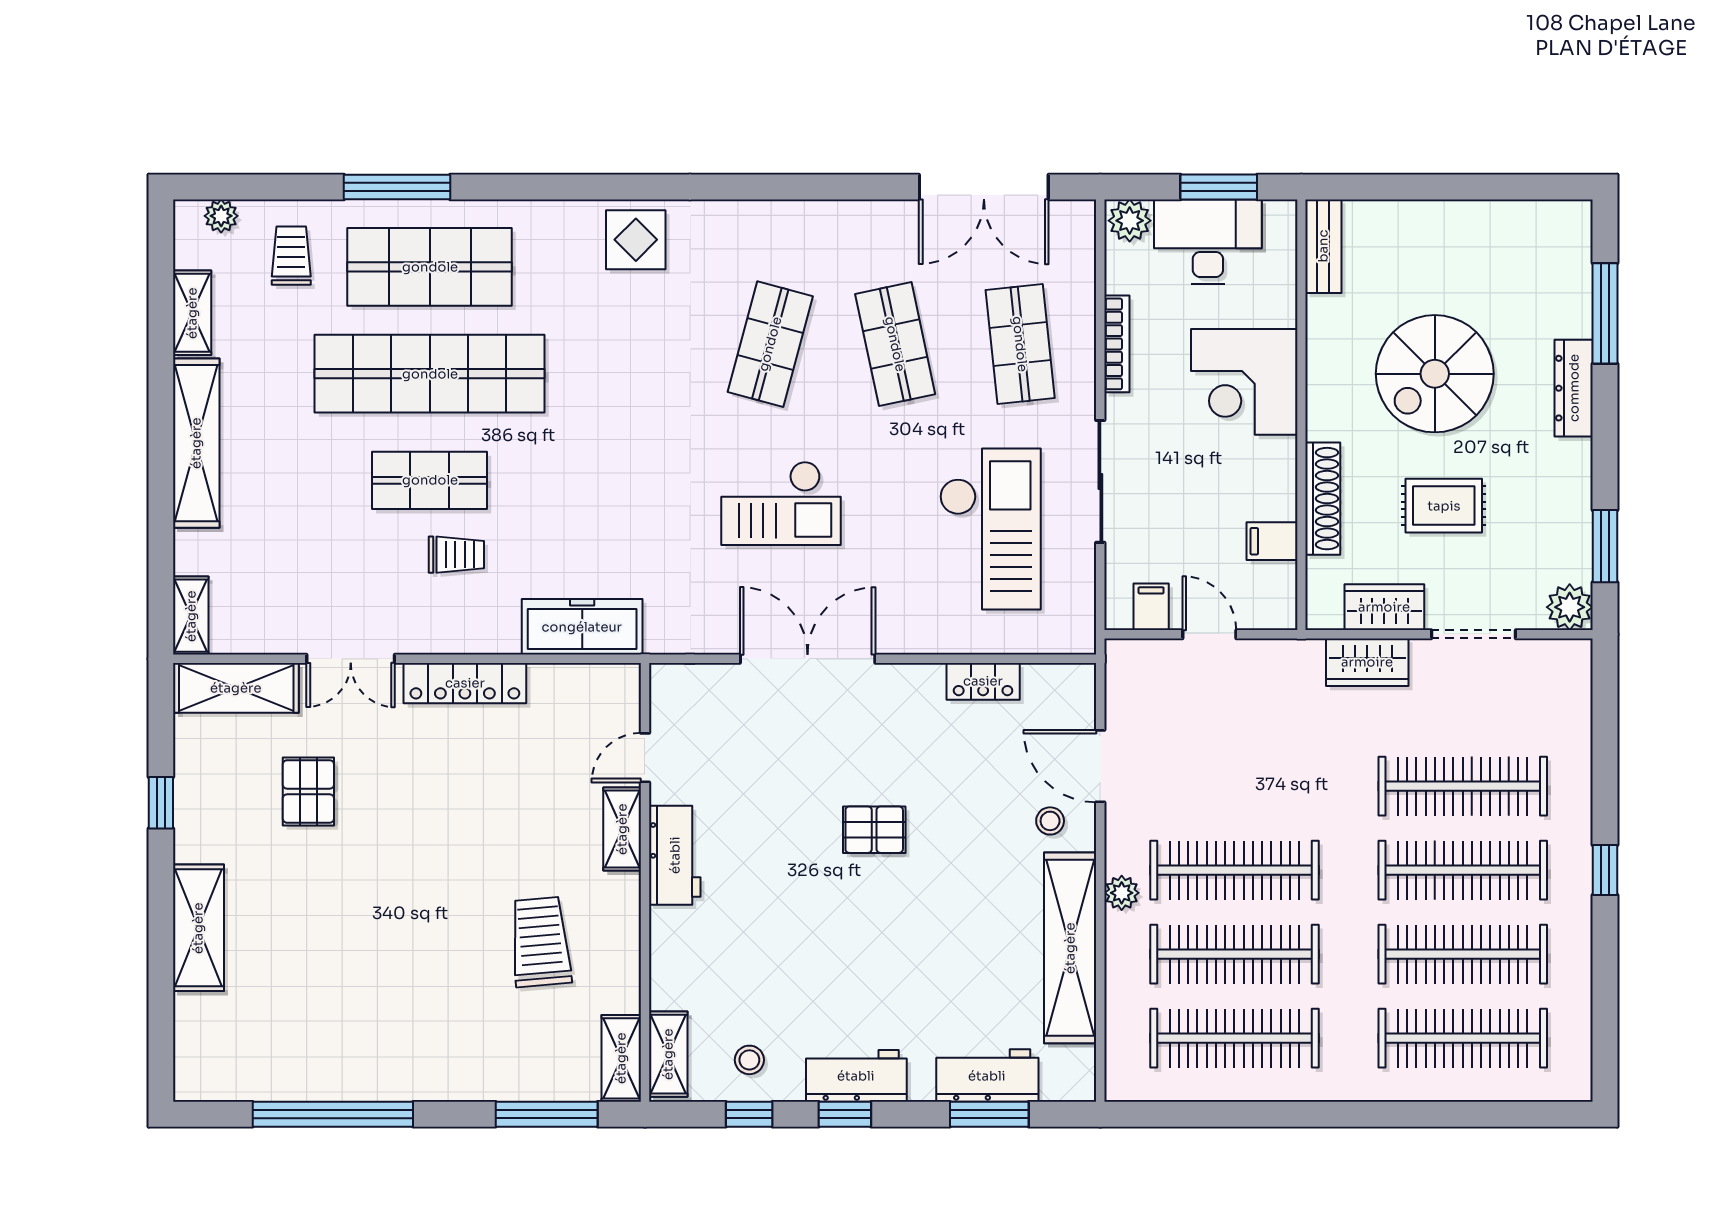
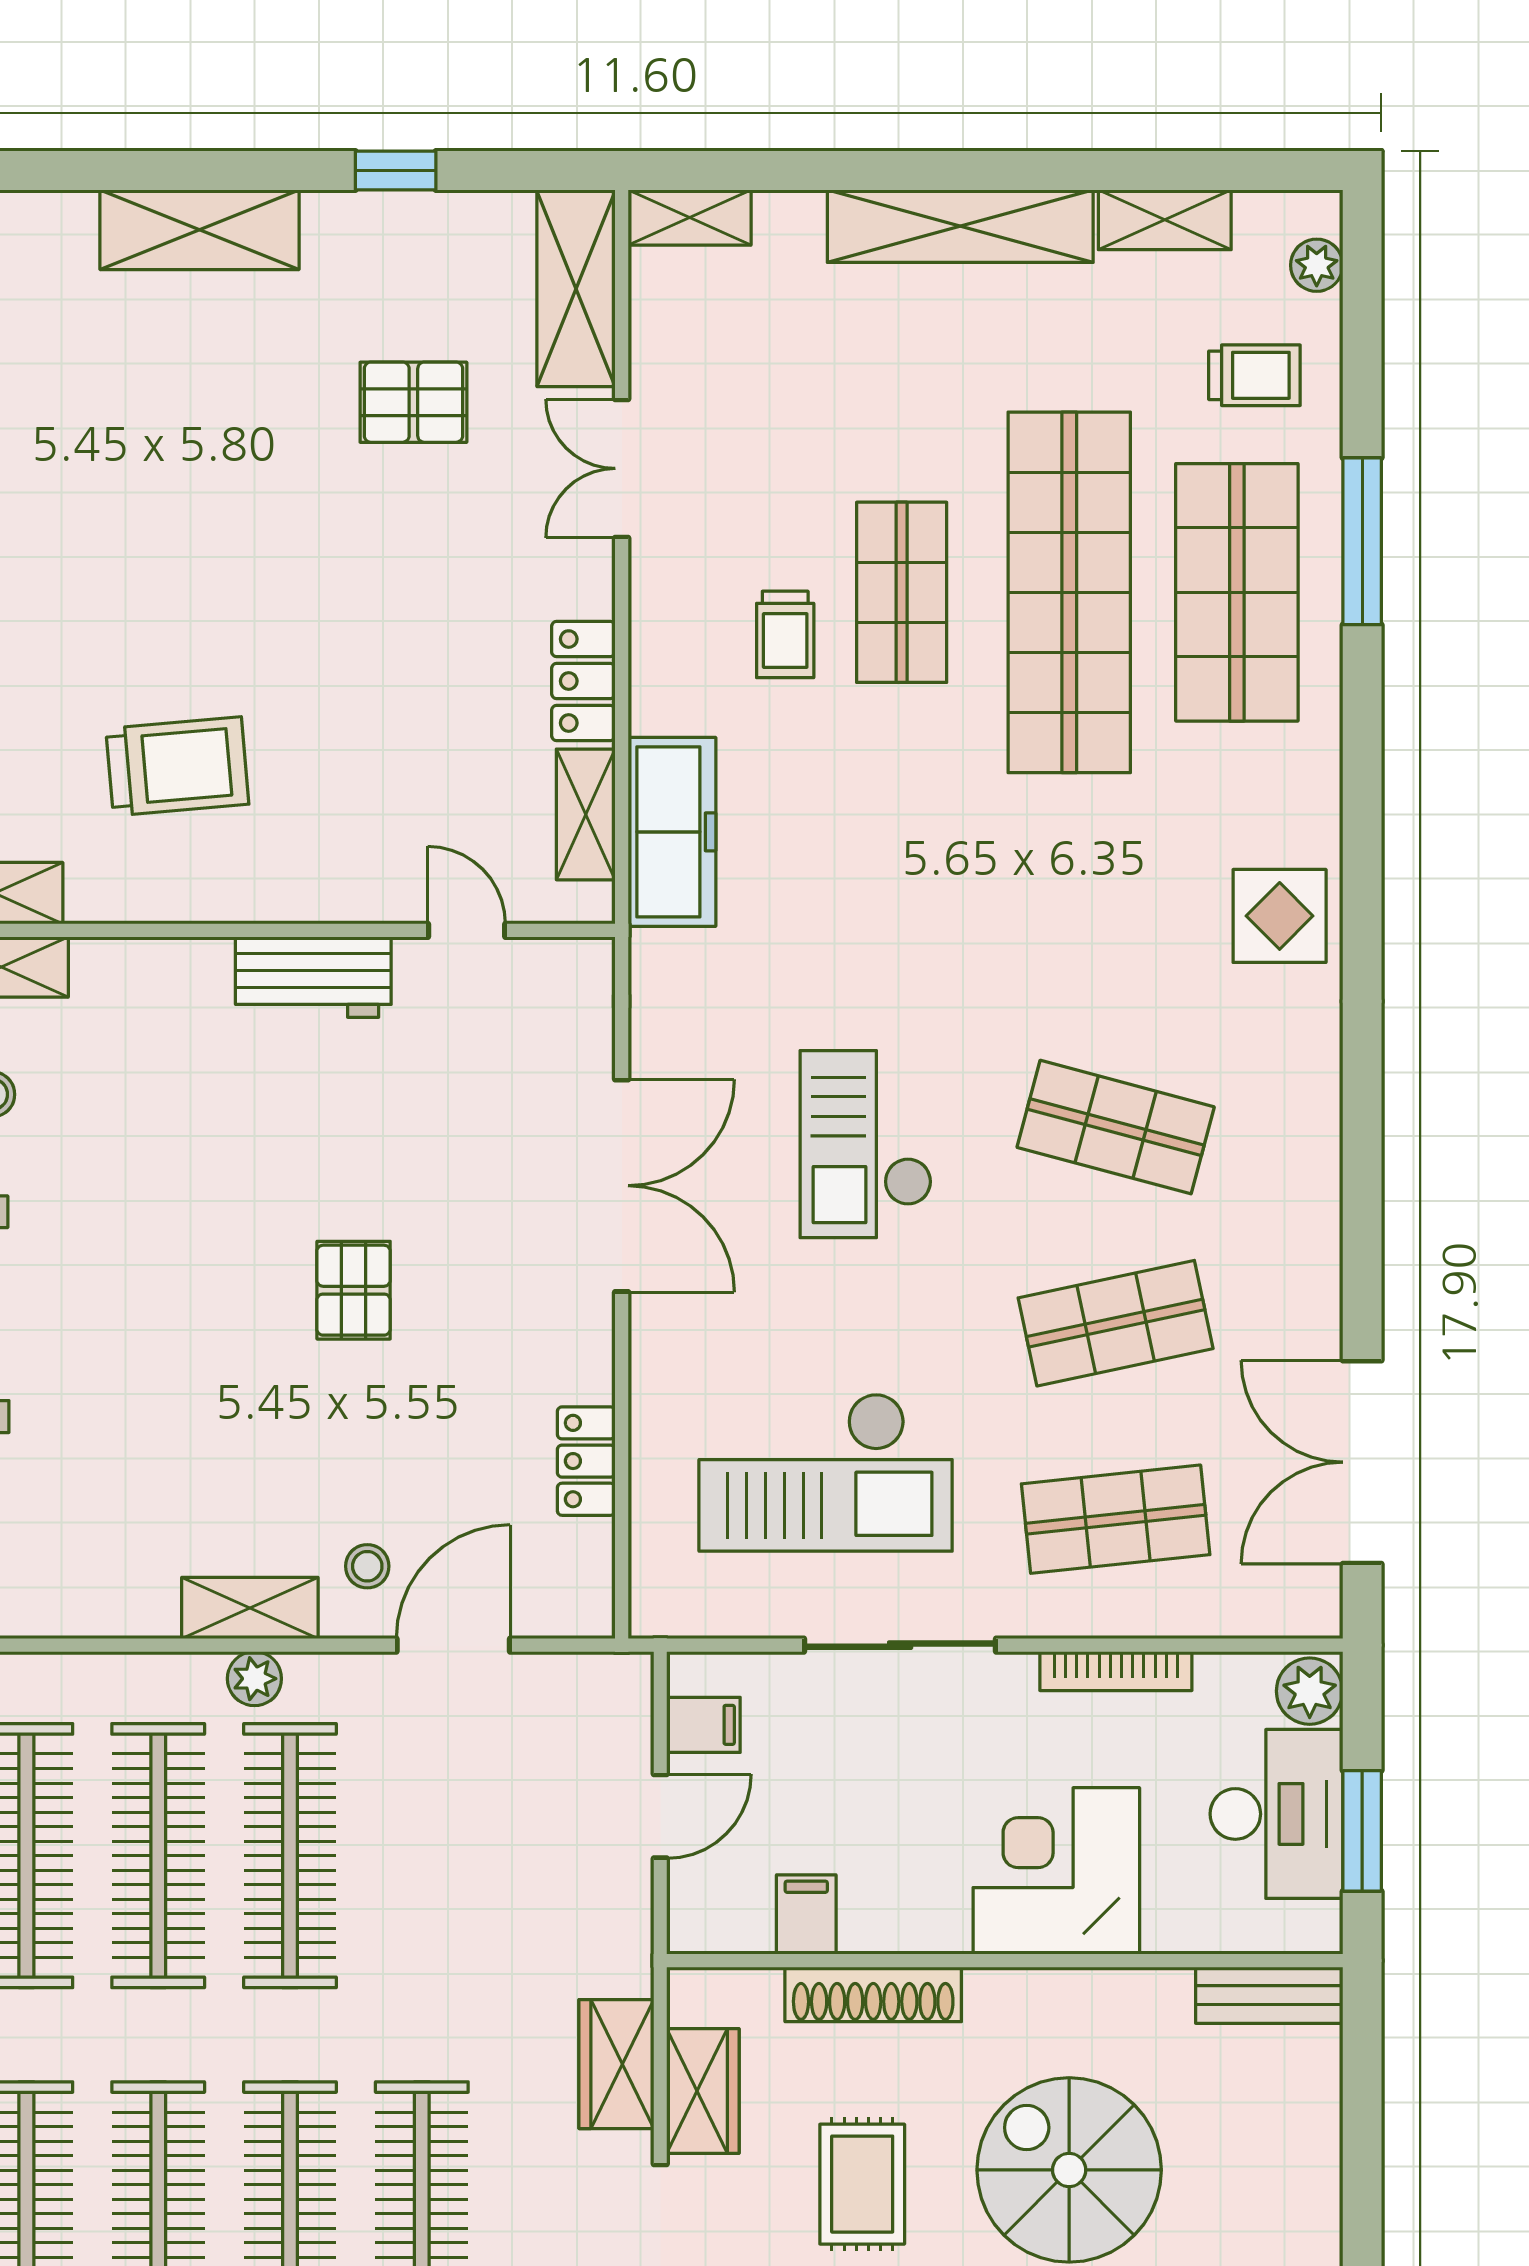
locker: (465, 683) -> (583, 681), width x0.66
shelving: (622, 829) -> (586, 814), moved, turned 90
shelving: (1070, 948) -> (250, 1608), width x0.45, depth x0.75

